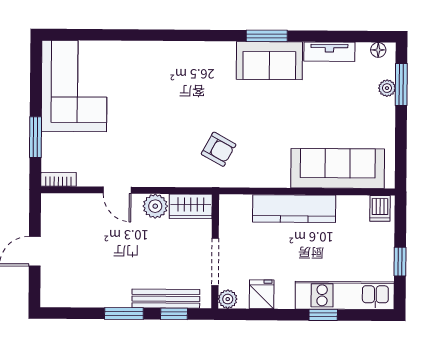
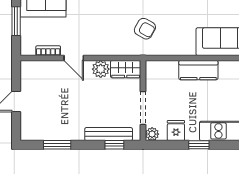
bookcase: (58, 179) -> (48, 51), moved
kitchen counter: (294, 209) -> (198, 70), width x0.67
window: (124, 314) -> (57, 145), moved
window: (323, 315) -> (199, 145), moved

